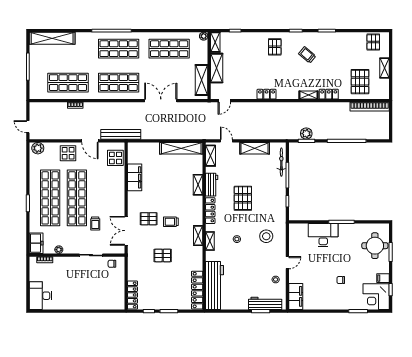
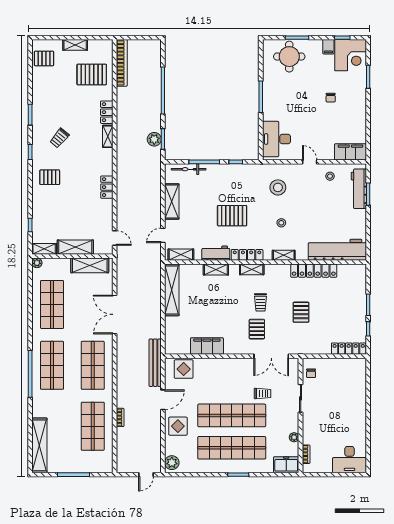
desk: (323, 235) -> (276, 139), moved
shelving: (198, 236) -> (252, 269), moved
locker: (197, 290) -> (314, 271), moved

